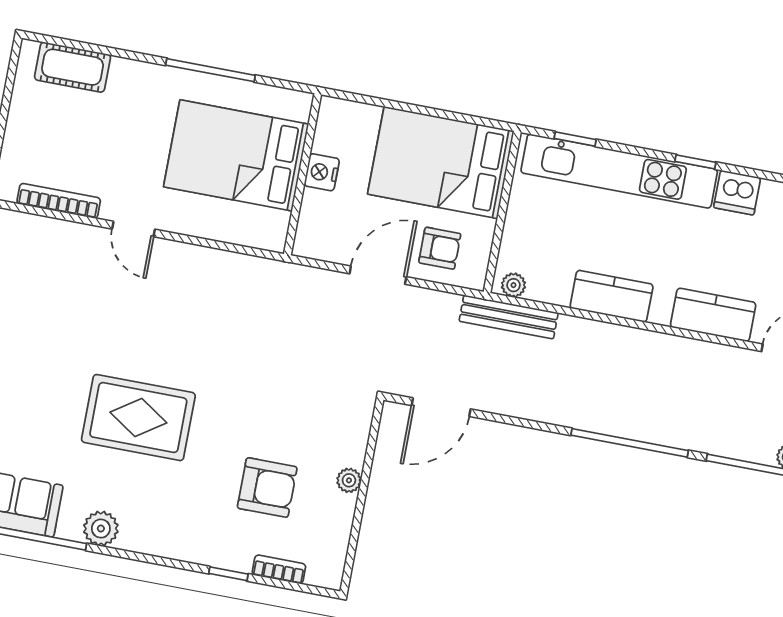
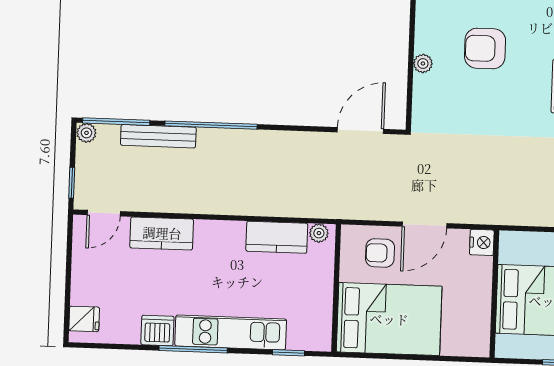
window: (695, 162) -> (193, 349), width x2.17
kitchen unit: (619, 171) -> (231, 333), width x0.73
nightstand: (322, 172) -> (482, 242), moved
kitchen counter: (612, 296) -> (277, 237), moved
bench: (509, 317) -> (158, 136), moved

